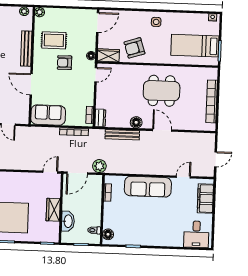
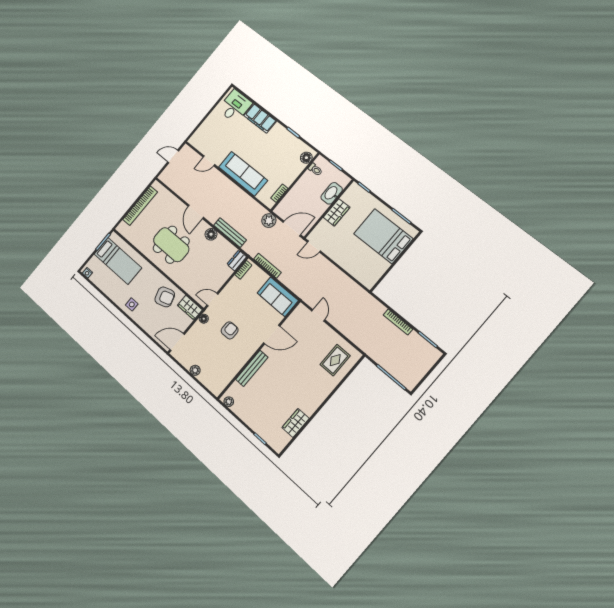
plant: (40, 12) -> (195, 370), moved
rug: (54, 40) -> (224, 356), removed
armchair: (65, 63) -> (230, 330), turned -90
door: (31, 84) -> (272, 334), hinge flipped
filing cabinet: (205, 199) -> (260, 118), moved, turned 90

